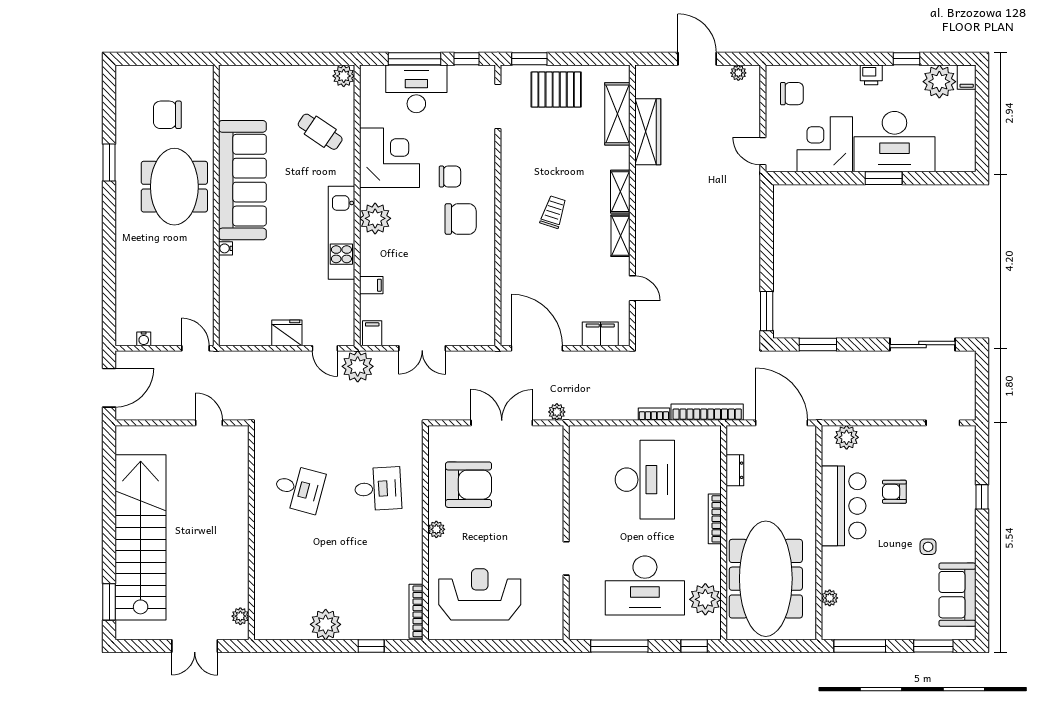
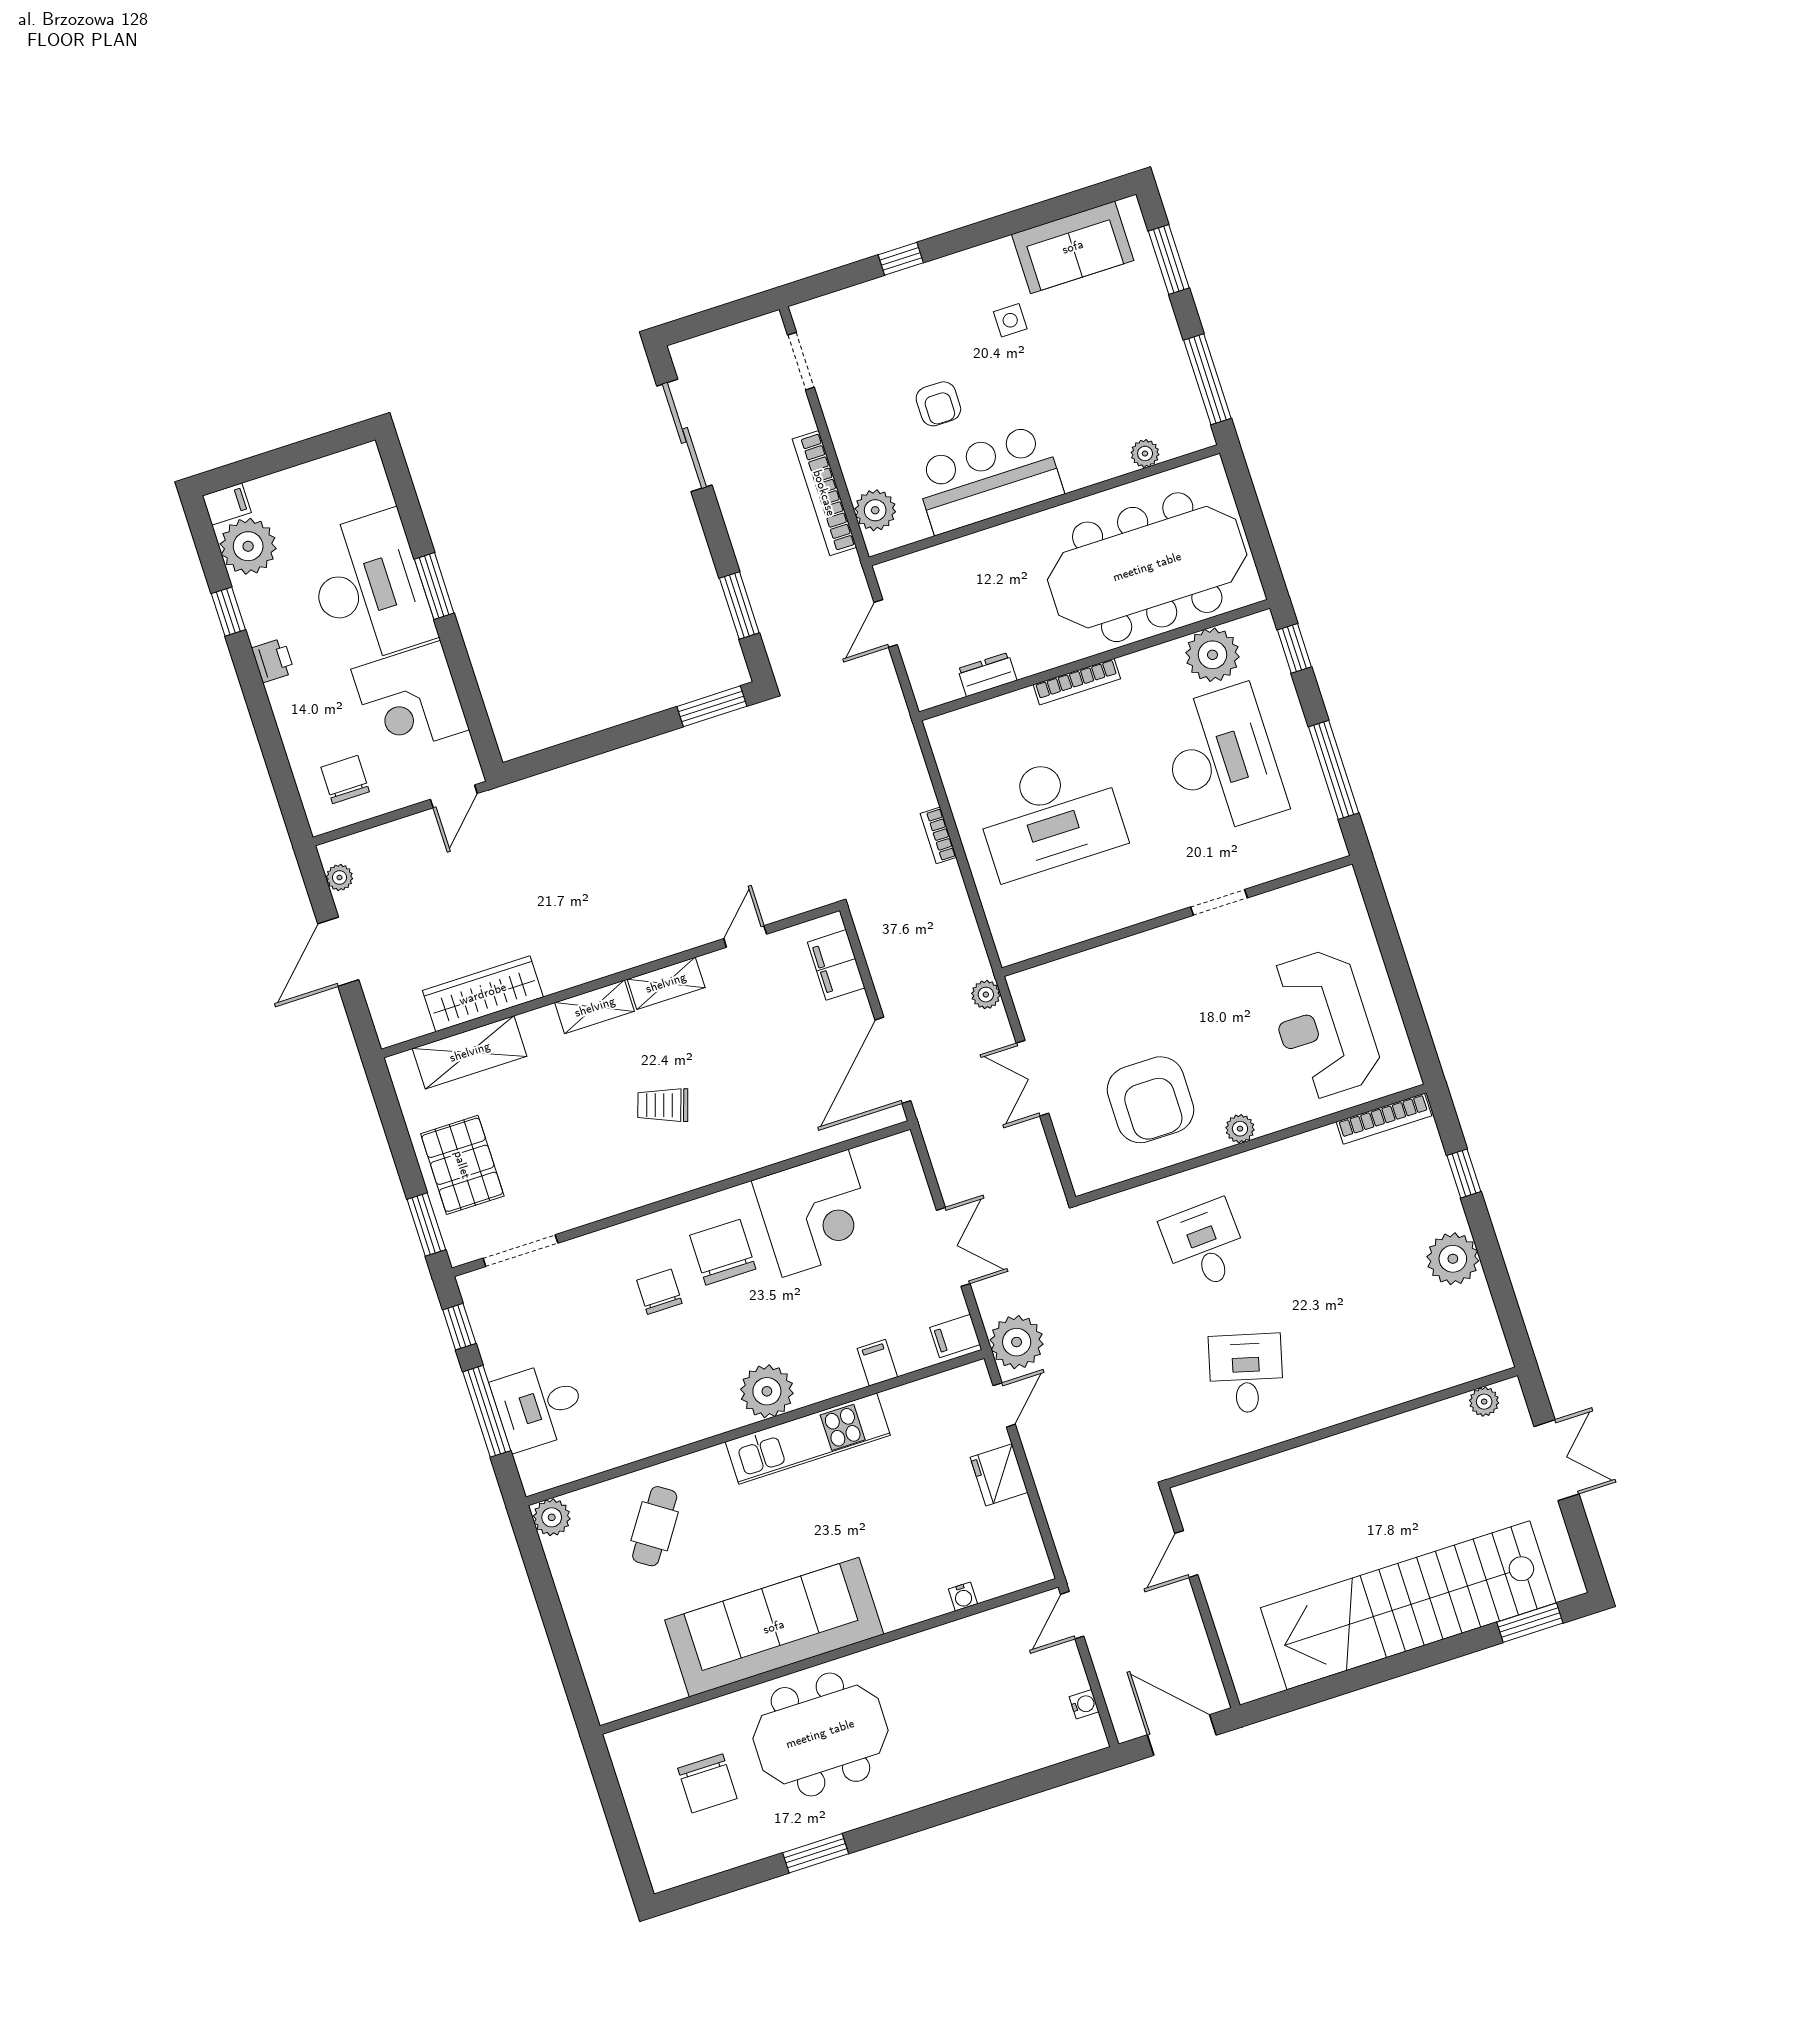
desk: (416, 89) -> (539, 1406), width x0.73
corner desk: (389, 158) -> (815, 1213), moved, turned 180
water cooler: (226, 248) -> (963, 1596), moved
bookcase: (707, 412) -> (824, 493), moved
double door: (502, 423) -> (1032, 1078), width x0.73
door: (782, 423) -> (886, 624), width x0.53
desk: (645, 480) -> (1050, 816), turned 180
armchair: (469, 485) -> (1150, 1100), turned 180

